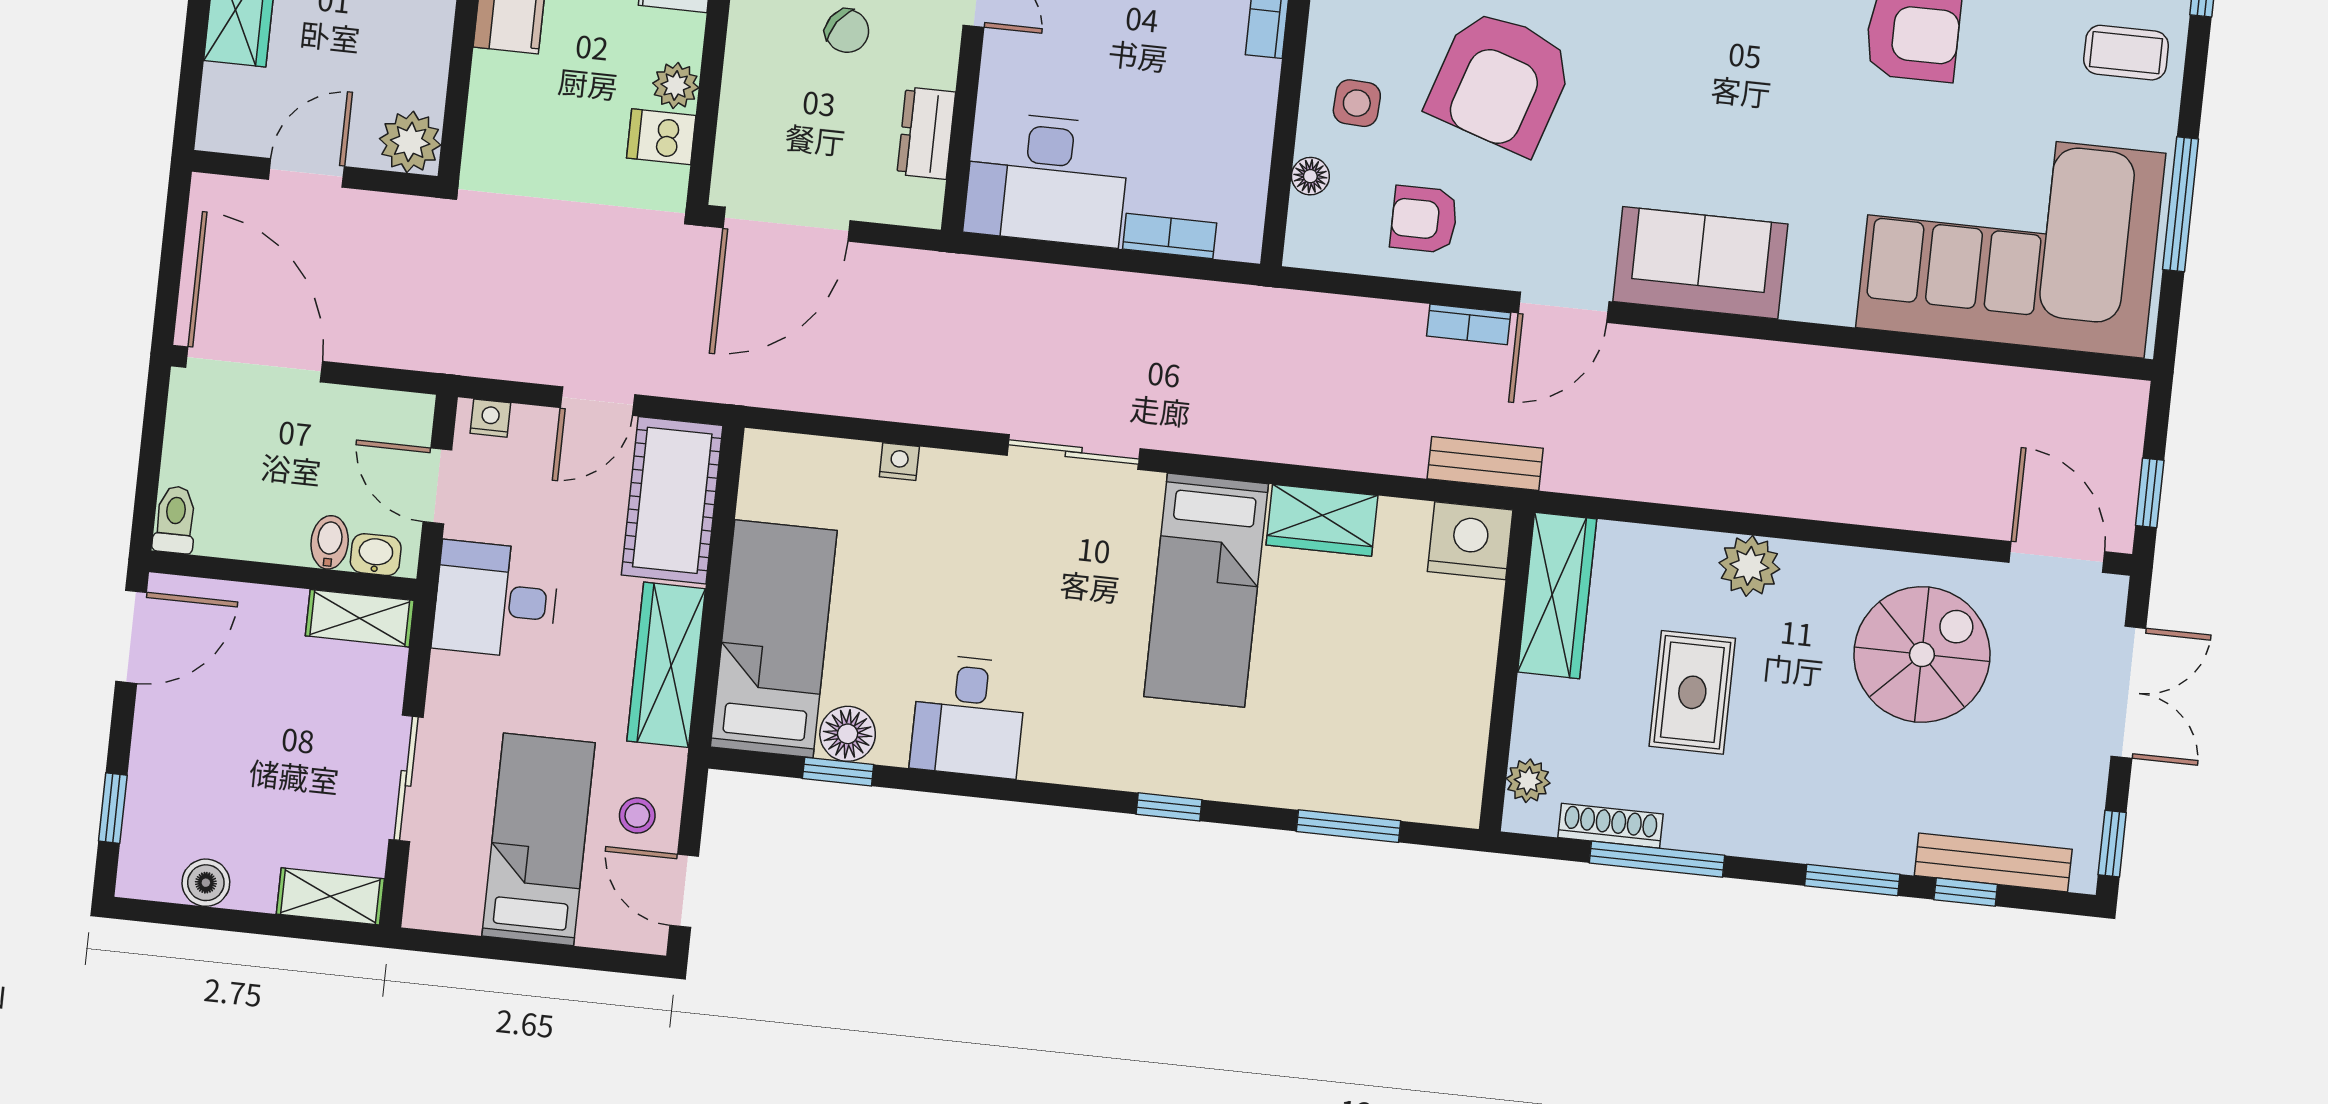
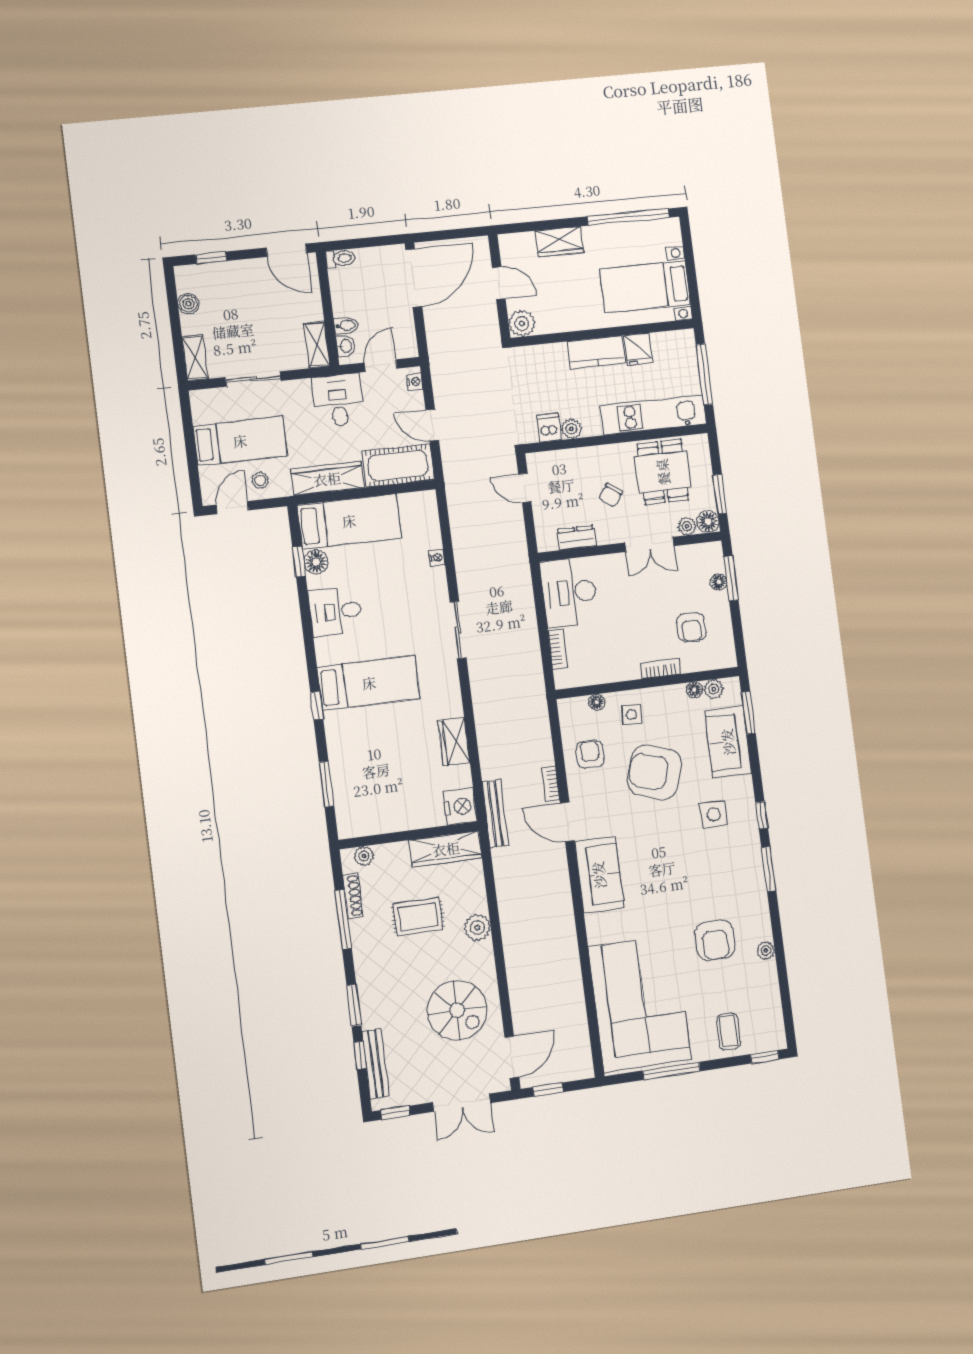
door: (787, 224) -> (525, 488), width x0.53
bench: (1485, 463) -> (495, 814), width x1.36
bed: (1206, 590) -> (369, 683), moved, turned 180

